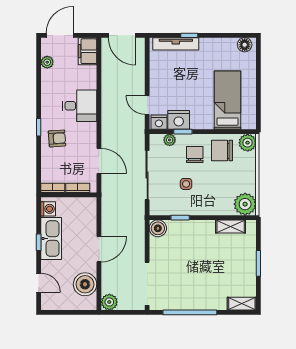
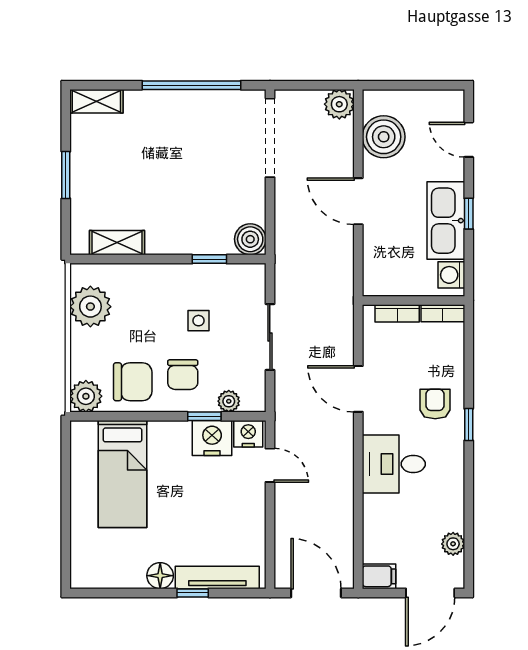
floor lamp: (245, 45) -> (160, 576), moved
filing cabinet: (88, 51) -> (379, 576), width x0.50
armchair: (57, 138) -> (435, 404), turned 94
door: (99, 161) -> (358, 389), moved
sliding door: (147, 175) -> (270, 337), width x0.73
plant: (245, 204) -> (90, 307), moved
door: (99, 249) -> (358, 201), hinge flipped

